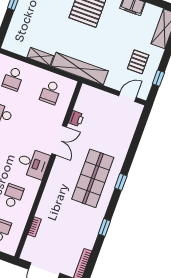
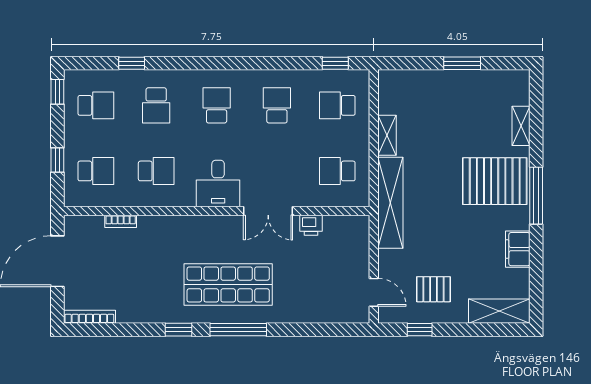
window: (121, 182) -> (238, 330), width x2.17
window: (104, 227) -> (178, 330), moved

